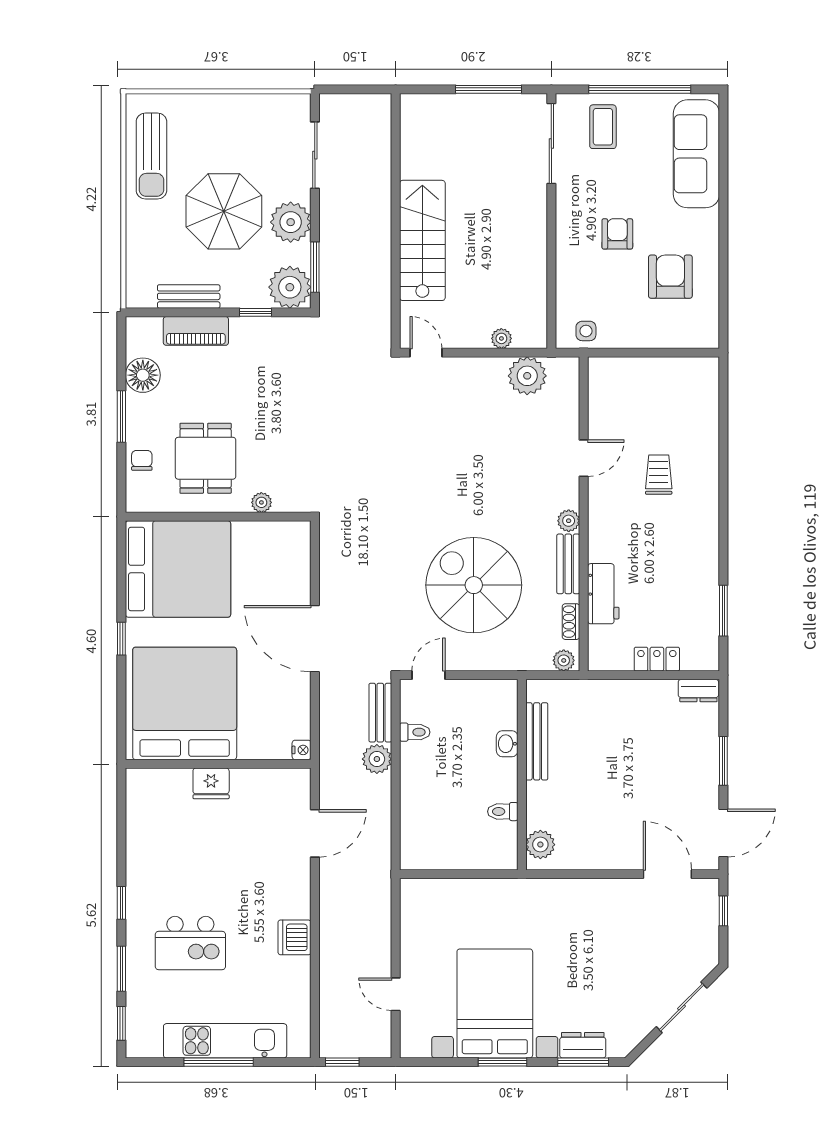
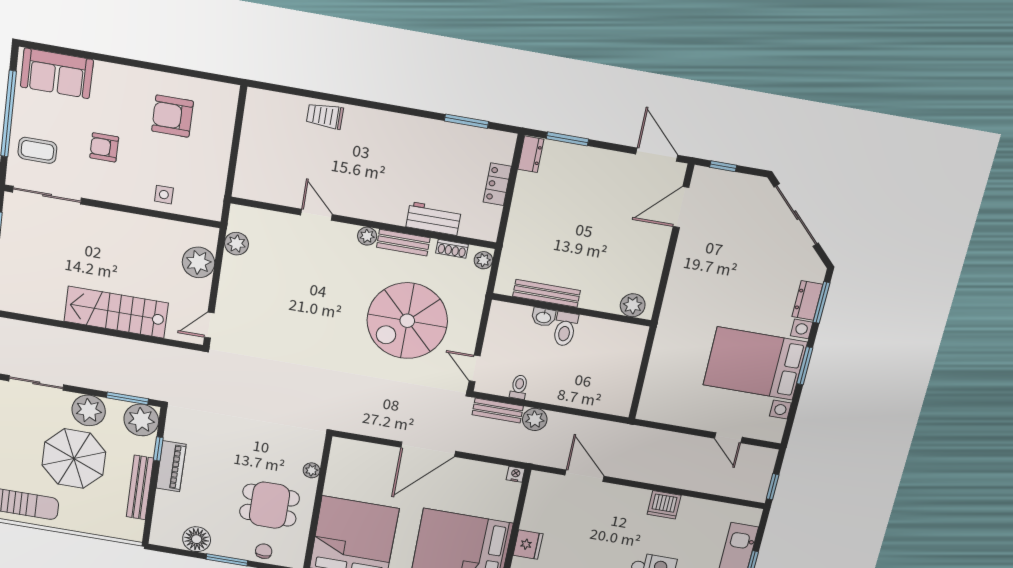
sofa: (696, 154) -> (57, 73), width x0.73
armchair: (617, 234) -> (104, 147), moved
bench: (189, 296) -> (140, 488), width x1.36
piano: (196, 331) -> (171, 466), moved
side table: (586, 331) -> (164, 195), moved
plant: (501, 338) -> (199, 262), width x1.88, depth x1.88
plant: (527, 376) -> (237, 244), width x0.73, depth x0.73
chair: (142, 460) -> (264, 551), turned 90
trolley: (659, 475) -> (325, 116), moved
window: (723, 761) -> (567, 139), moved
toilet: (503, 812) -> (565, 329), moved, width x1.37, depth x1.39
door: (396, 994) -> (728, 438), hinge flipped
sliding door: (682, 1007) -> (796, 215), width x1.37

